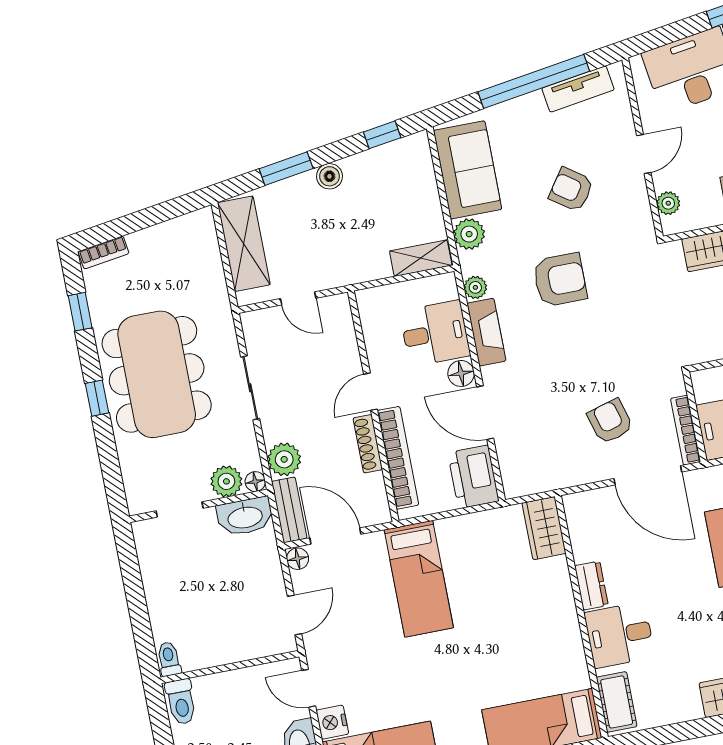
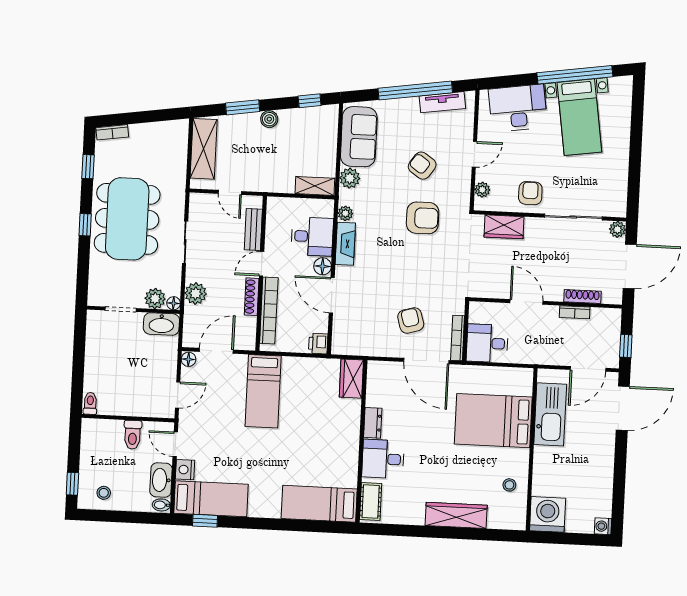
armchair: (560, 280) -> (423, 218), moved
printer: (473, 477) -> (318, 344), width x0.53, depth x0.68
bench: (289, 510) -> (253, 229), moved
door: (335, 536) -> (216, 351), hinge flipped
toilet: (181, 702) -> (133, 435), moved

